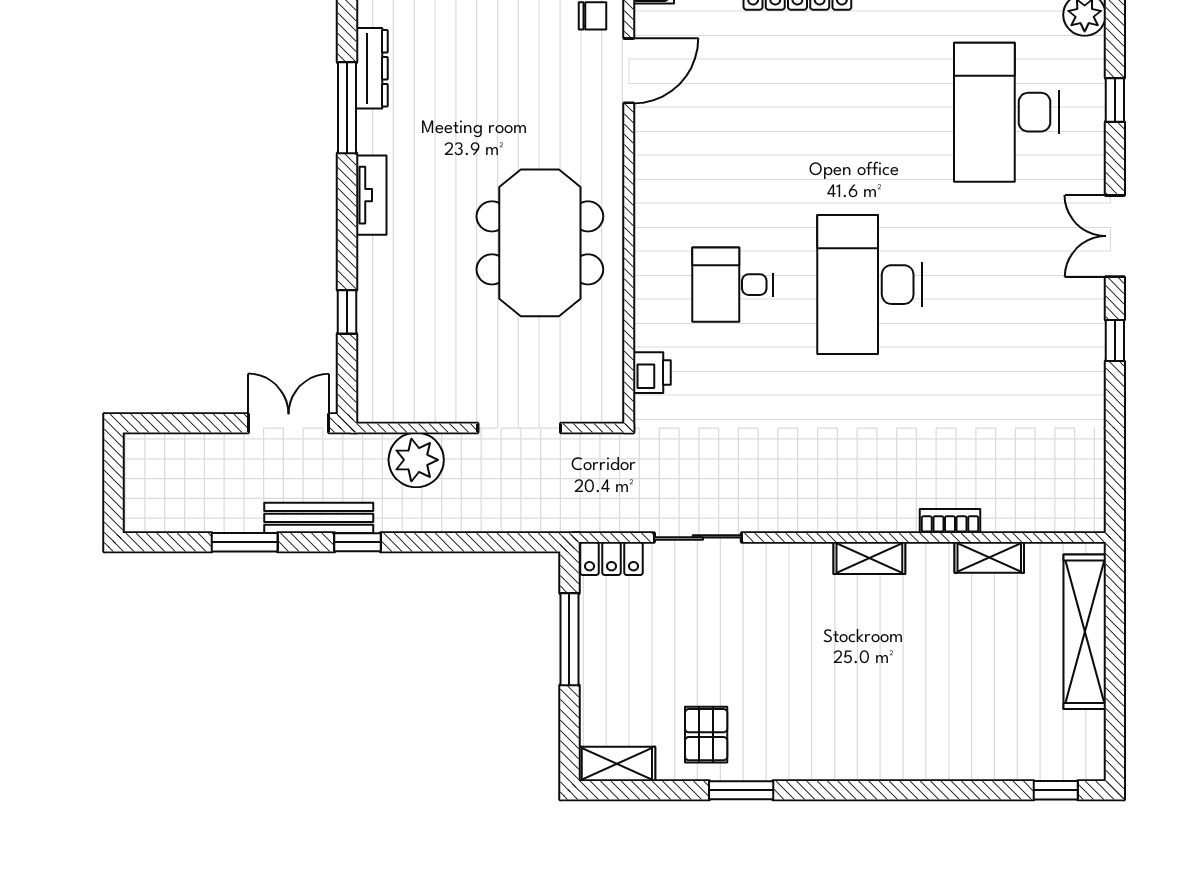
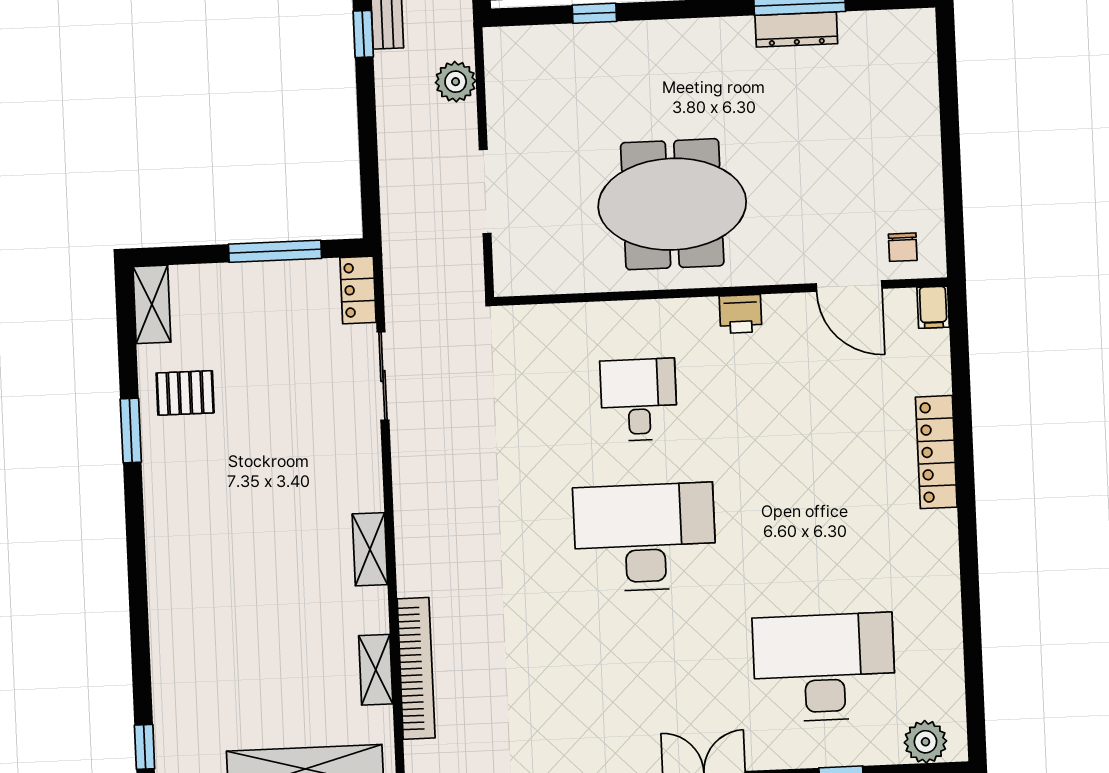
dresser: (372, 68) -> (796, 30), moved
tv unit: (371, 195) -> (713, 32), removed
printer: (652, 373) -> (741, 314), moved
plant: (416, 460) -> (456, 82), width x0.73, depth x0.73
bookcase: (950, 521) -> (416, 668), width x2.31, depth x1.31

